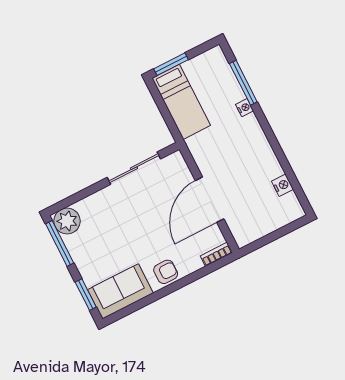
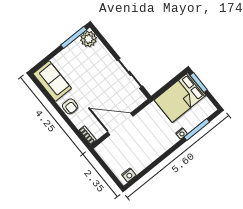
bed: (181, 102) -> (180, 98), width x1.50
nightstand: (282, 185) -> (129, 175), moved
window: (86, 295) -> (46, 60), removed

